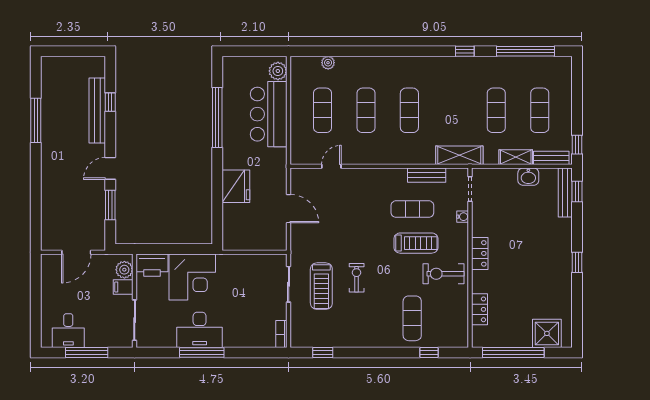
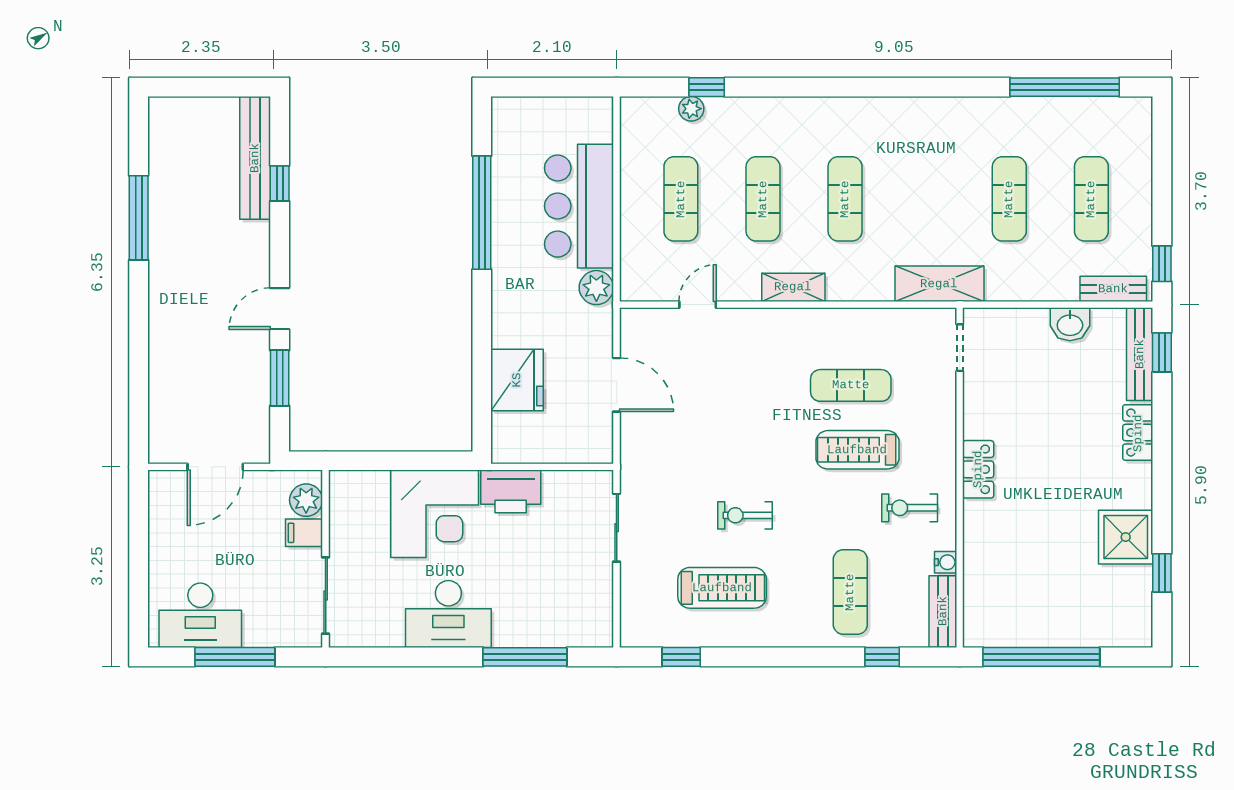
window: (465, 51) -> (707, 87), moved
plant: (278, 71) -> (596, 288), moved
bench: (97, 110) -> (255, 158), moved
shelving: (516, 157) -> (793, 287), moved
bench: (427, 175) -> (943, 611), moved, turned 90
fridge: (236, 186) -> (517, 380), moved
water cooler: (463, 217) -> (946, 562), moved
treadmill: (416, 243) -> (857, 450), turned 180
window: (577, 262) -> (1162, 573), moved
printer: (152, 265) -> (511, 491), moved
exercise bike: (444, 274) -> (910, 508), width x0.73, depth x0.72
exercise bike: (357, 278) -> (745, 515), turned -90
treadmill: (321, 286) -> (722, 588), moved, turned -90
locker: (480, 309) -> (1138, 433), moved, turned 180
desk: (68, 331) -> (200, 615), width x1.37
shower: (547, 333) -> (1126, 537), moved
bookcase: (281, 334) -> (603, 622), removed
window: (202, 353) -> (525, 657), moved

